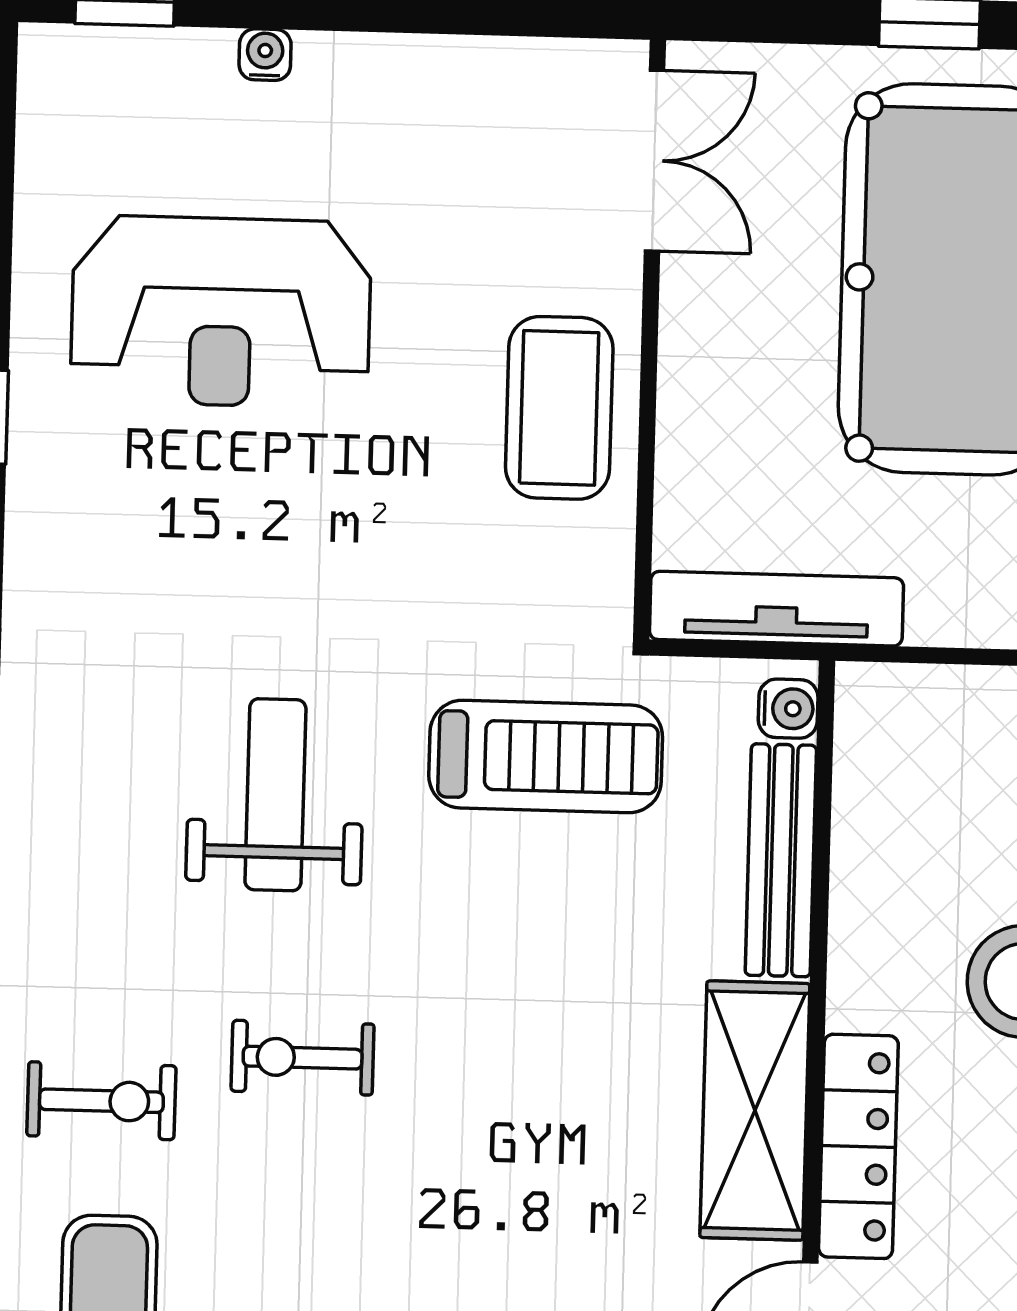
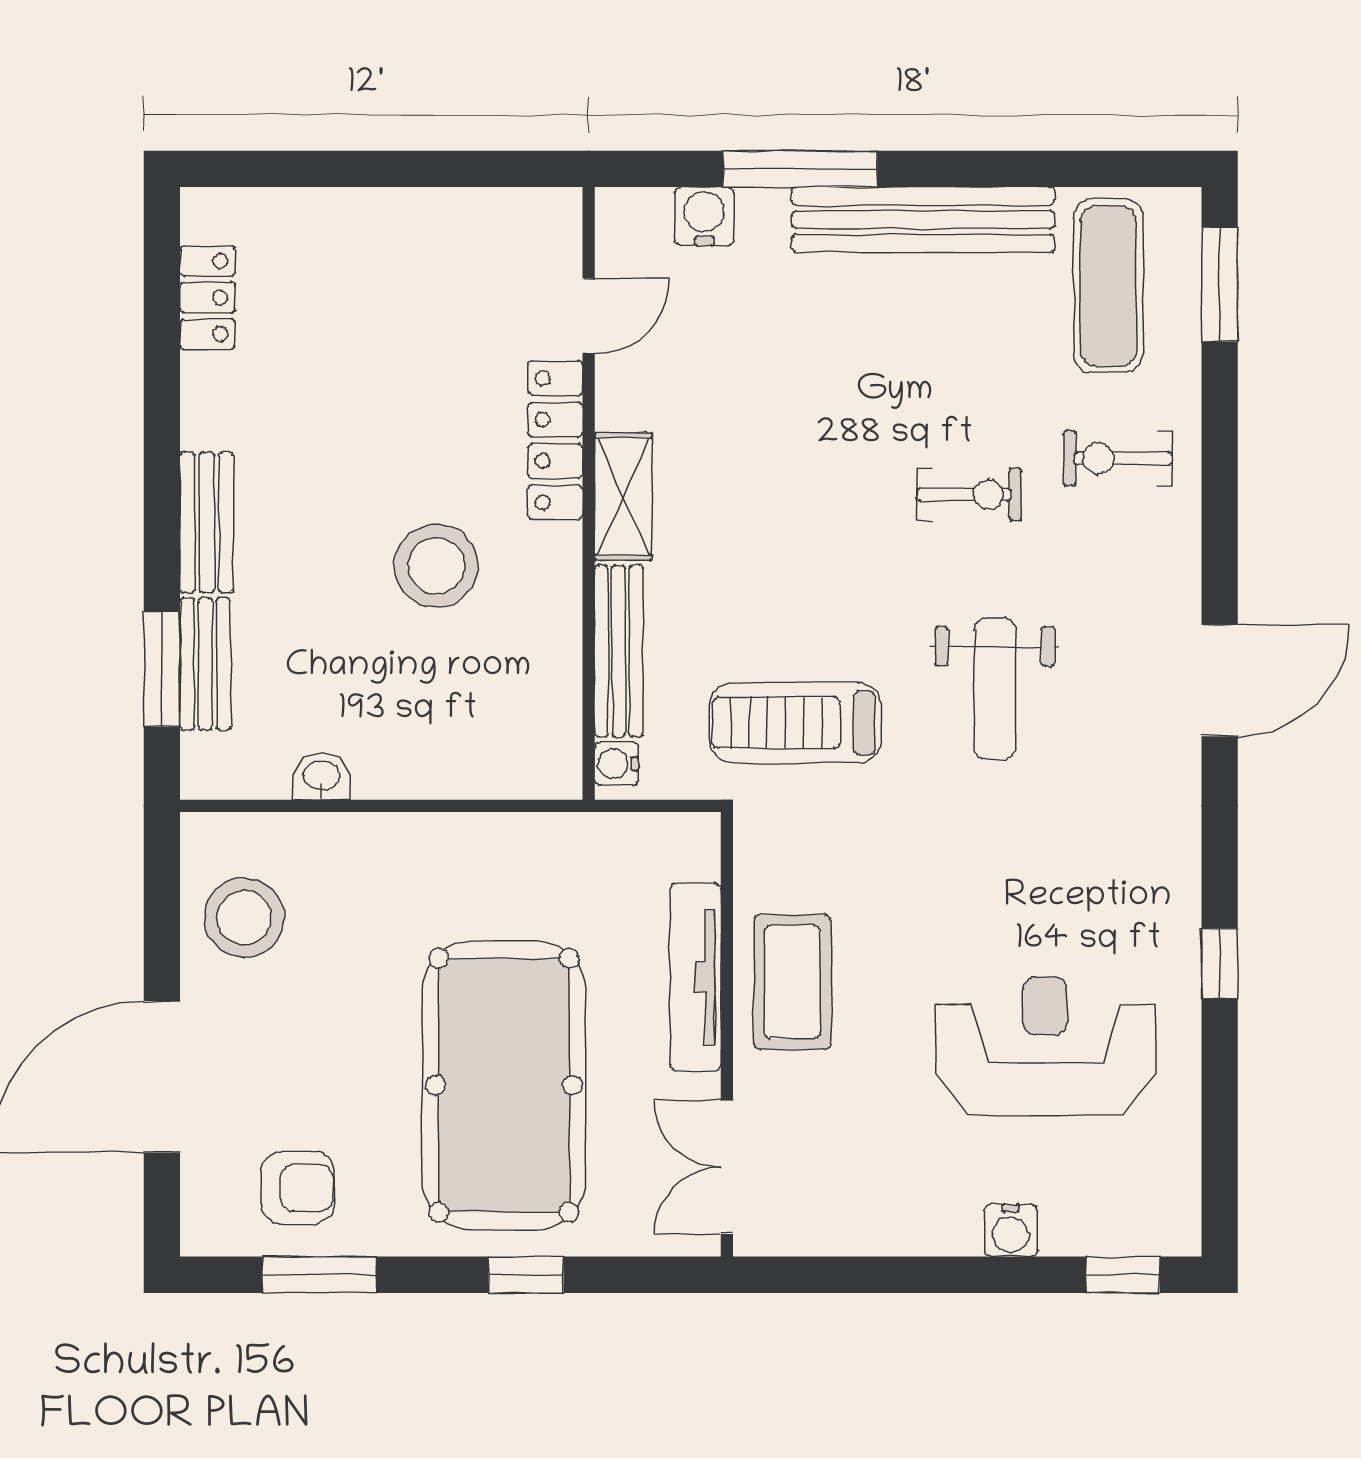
water cooler: (265, 55) -> (1011, 1230), width x1.38, depth x1.38
tv unit: (776, 609) -> (695, 977), moved, turned 90
shelving: (755, 1111) -> (623, 496), width x0.67, depth x0.75

